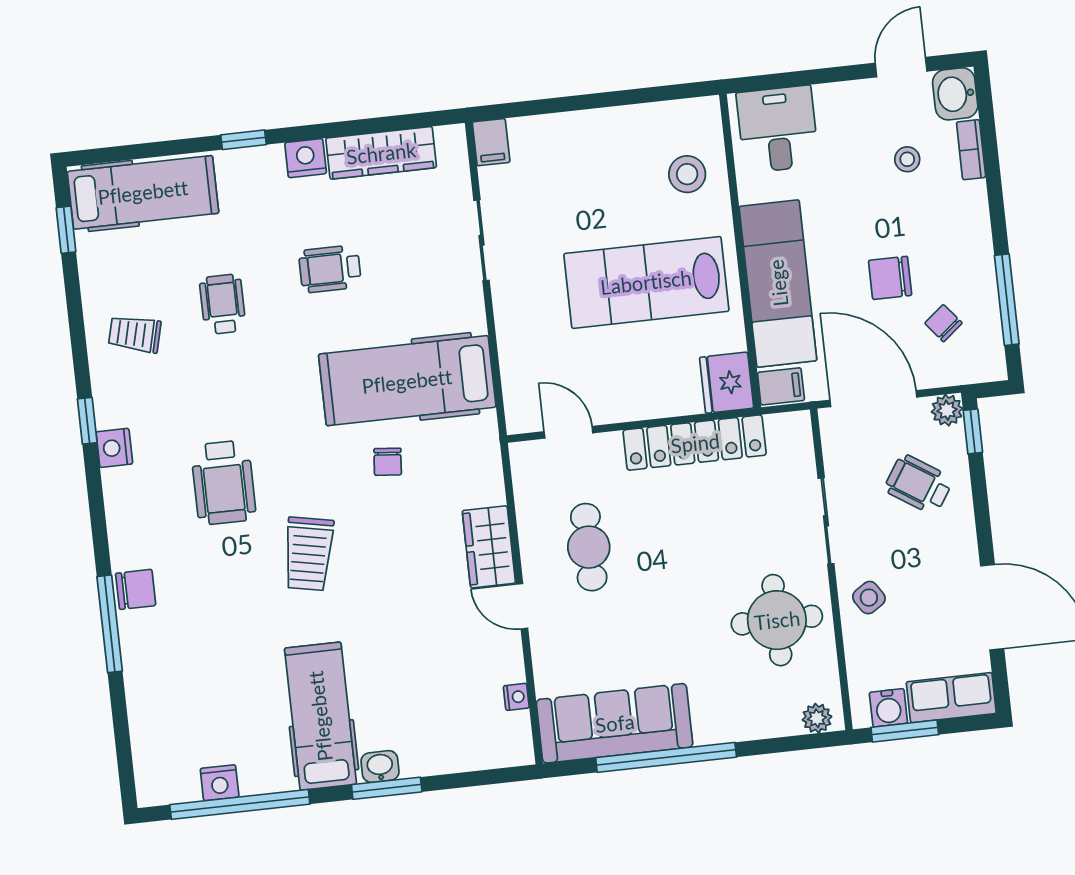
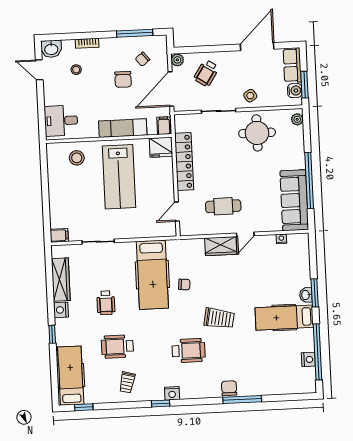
bookcase: (971, 150) -> (87, 43), moved
exam couch: (778, 283) -> (123, 128), width x0.73, depth x0.69
wheelchair: (223, 304) -> (117, 347), width x1.36, depth x1.37
window: (973, 431) -> (186, 50), removed

